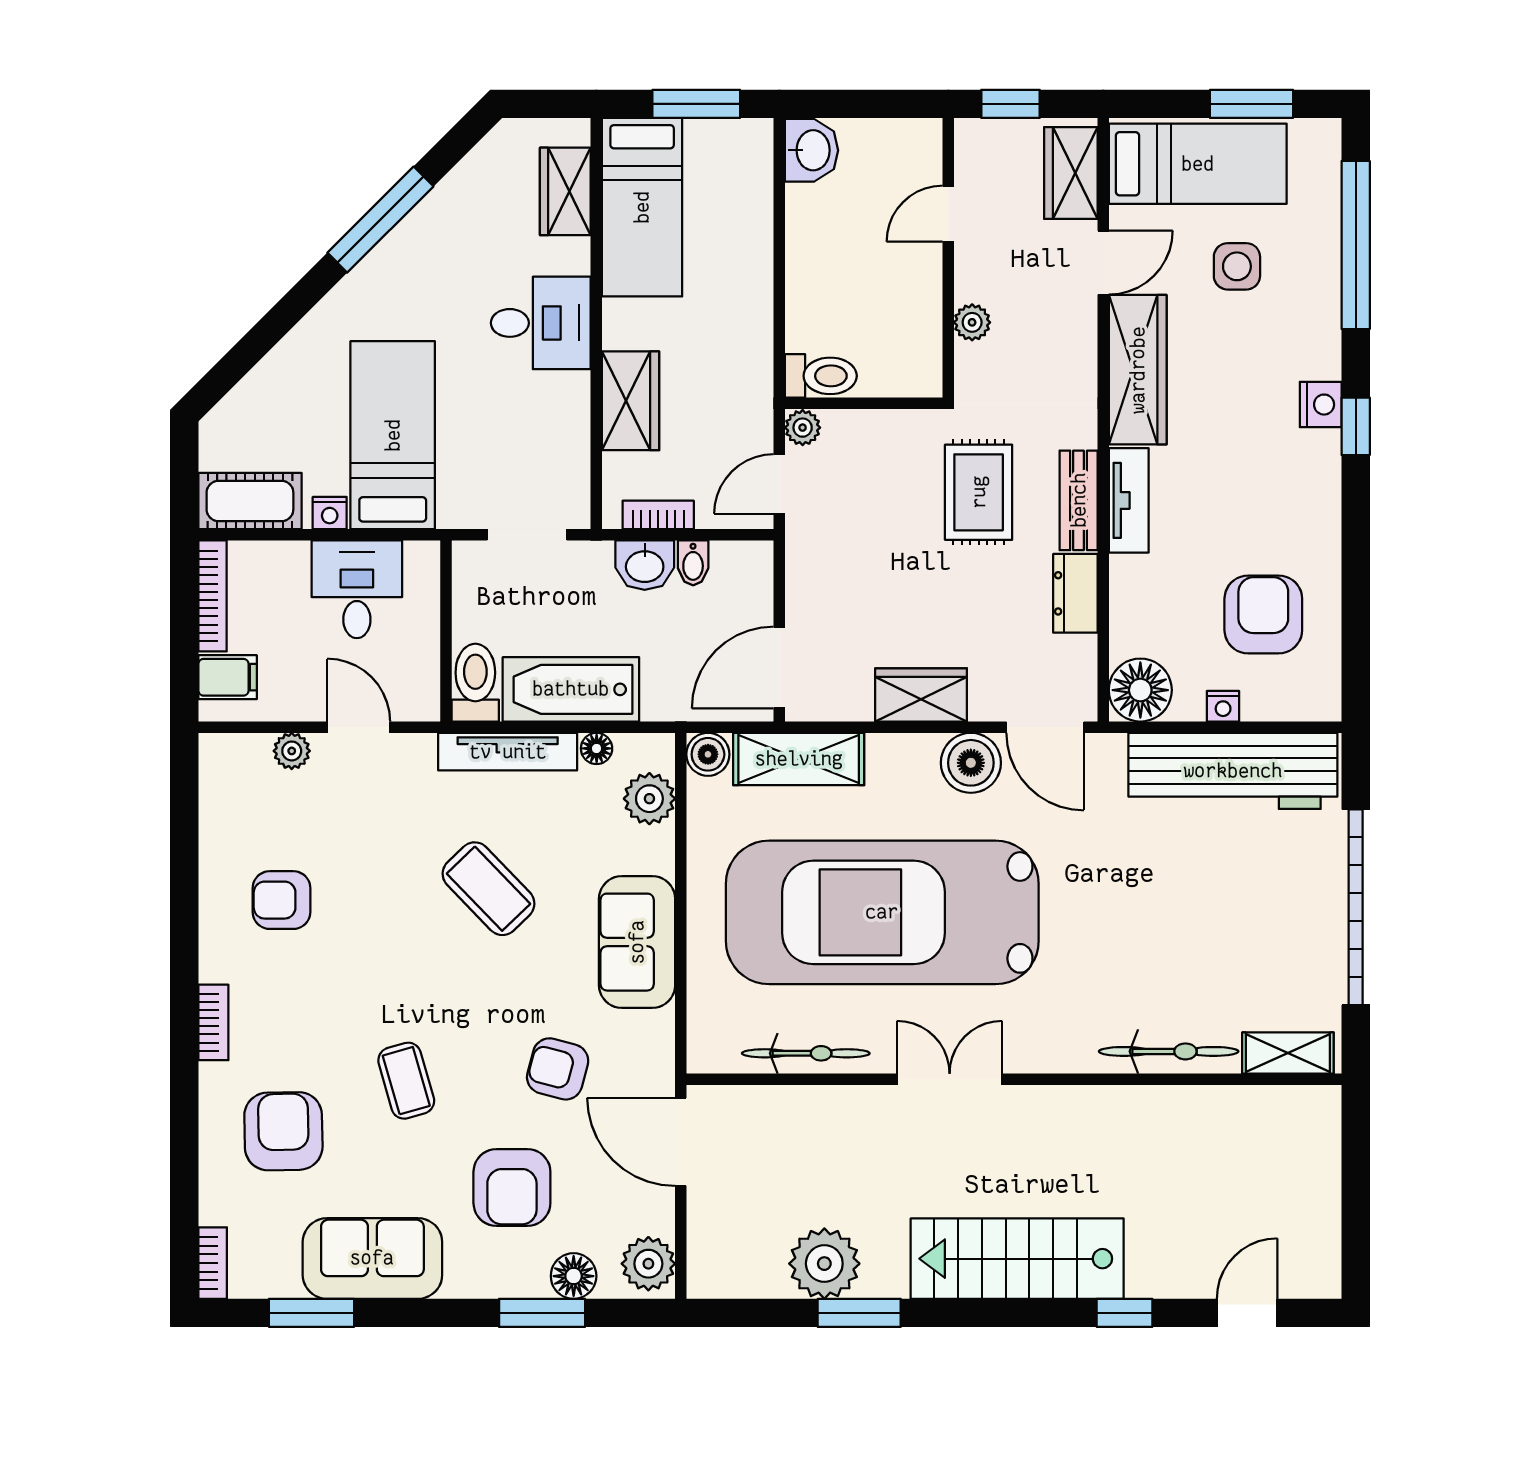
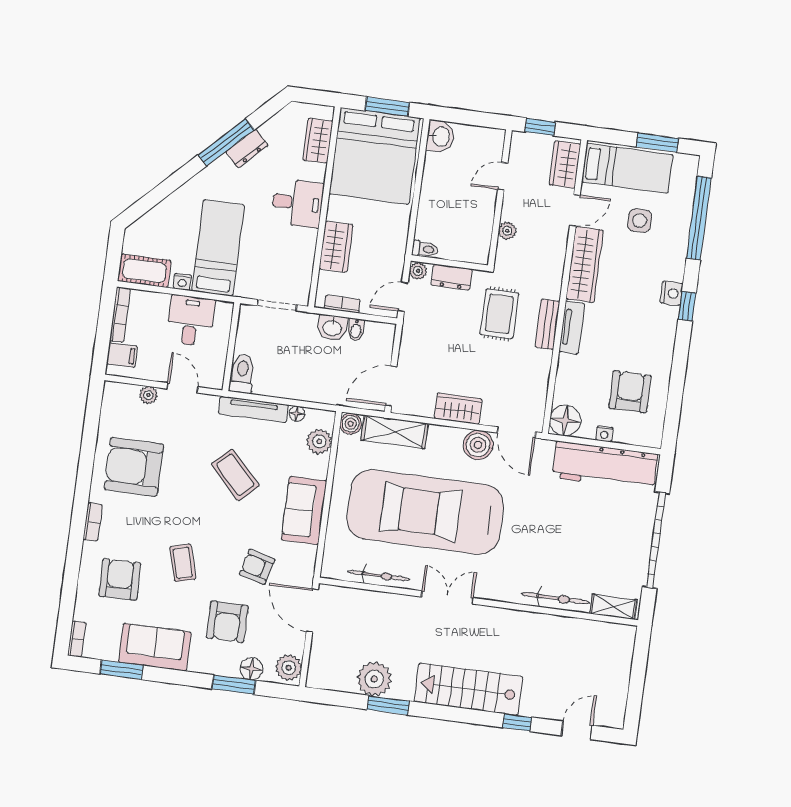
bed: (642, 207) -> (375, 156), width x2.04
dresser: (424, 226) -> (247, 148), added
toilet: (821, 376) -> (425, 249), width x0.73, depth x0.72
dresser: (1075, 593) -> (452, 277), moved, turned -90
bathtub: (571, 689) -> (288, 383), removed
armchair: (282, 900) -> (134, 467), width x1.88, depth x1.88

